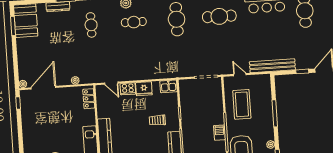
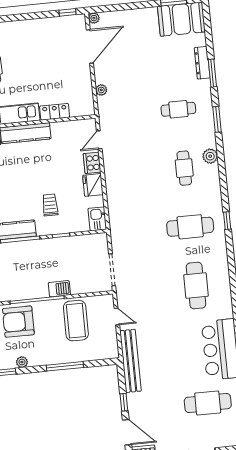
door: (240, 75) -> (117, 316), hinge flipped
door: (43, 88) -> (90, 46), hinge flipped
locker: (89, 99) -> (55, 112), moved
coffee table: (242, 104) -> (76, 321), turned 90
barbecue: (219, 133) -> (59, 289), moved

